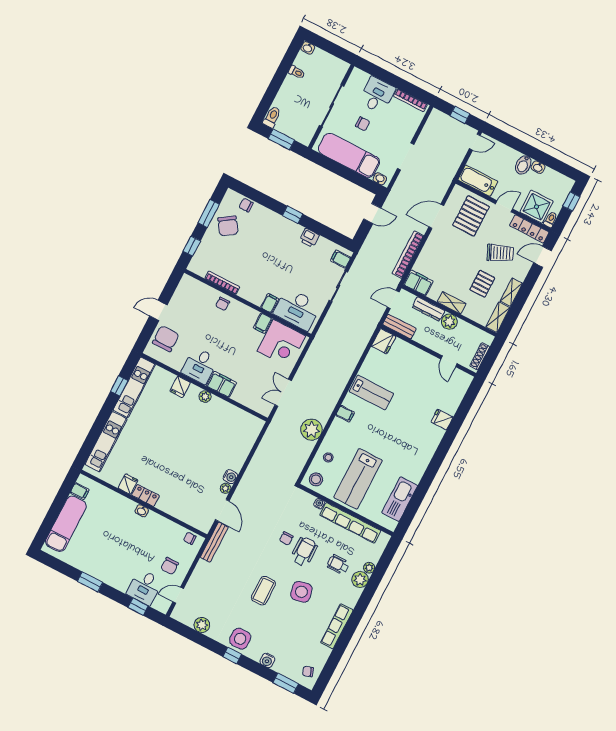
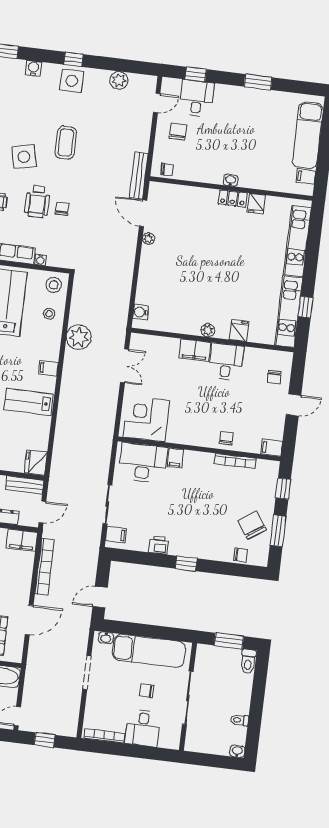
filing cabinet: (263, 323) -> (272, 448), moved, turned -90
chair: (166, 339) -> (274, 377), width x0.54, depth x0.54
water cooler: (230, 477) -> (141, 312), moved

